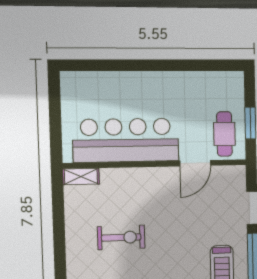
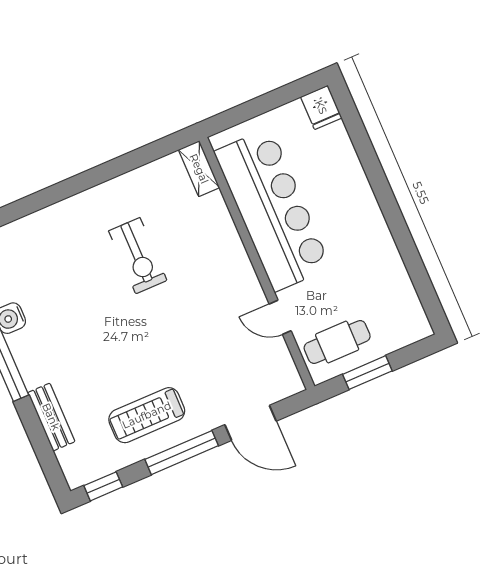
fridge: (72, 81) -> (321, 107), added
door: (195, 163) -> (280, 317), width x0.73

